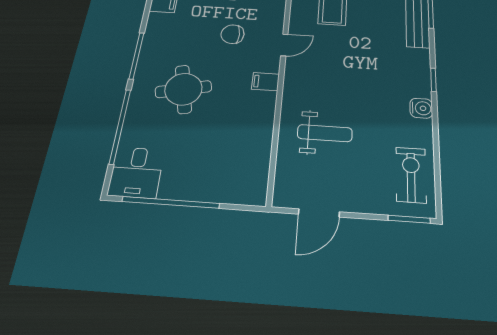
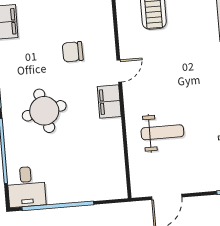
door: (284, 45) -> (119, 71), moved
filing cabinet: (265, 82) -> (109, 102), width x2.00

